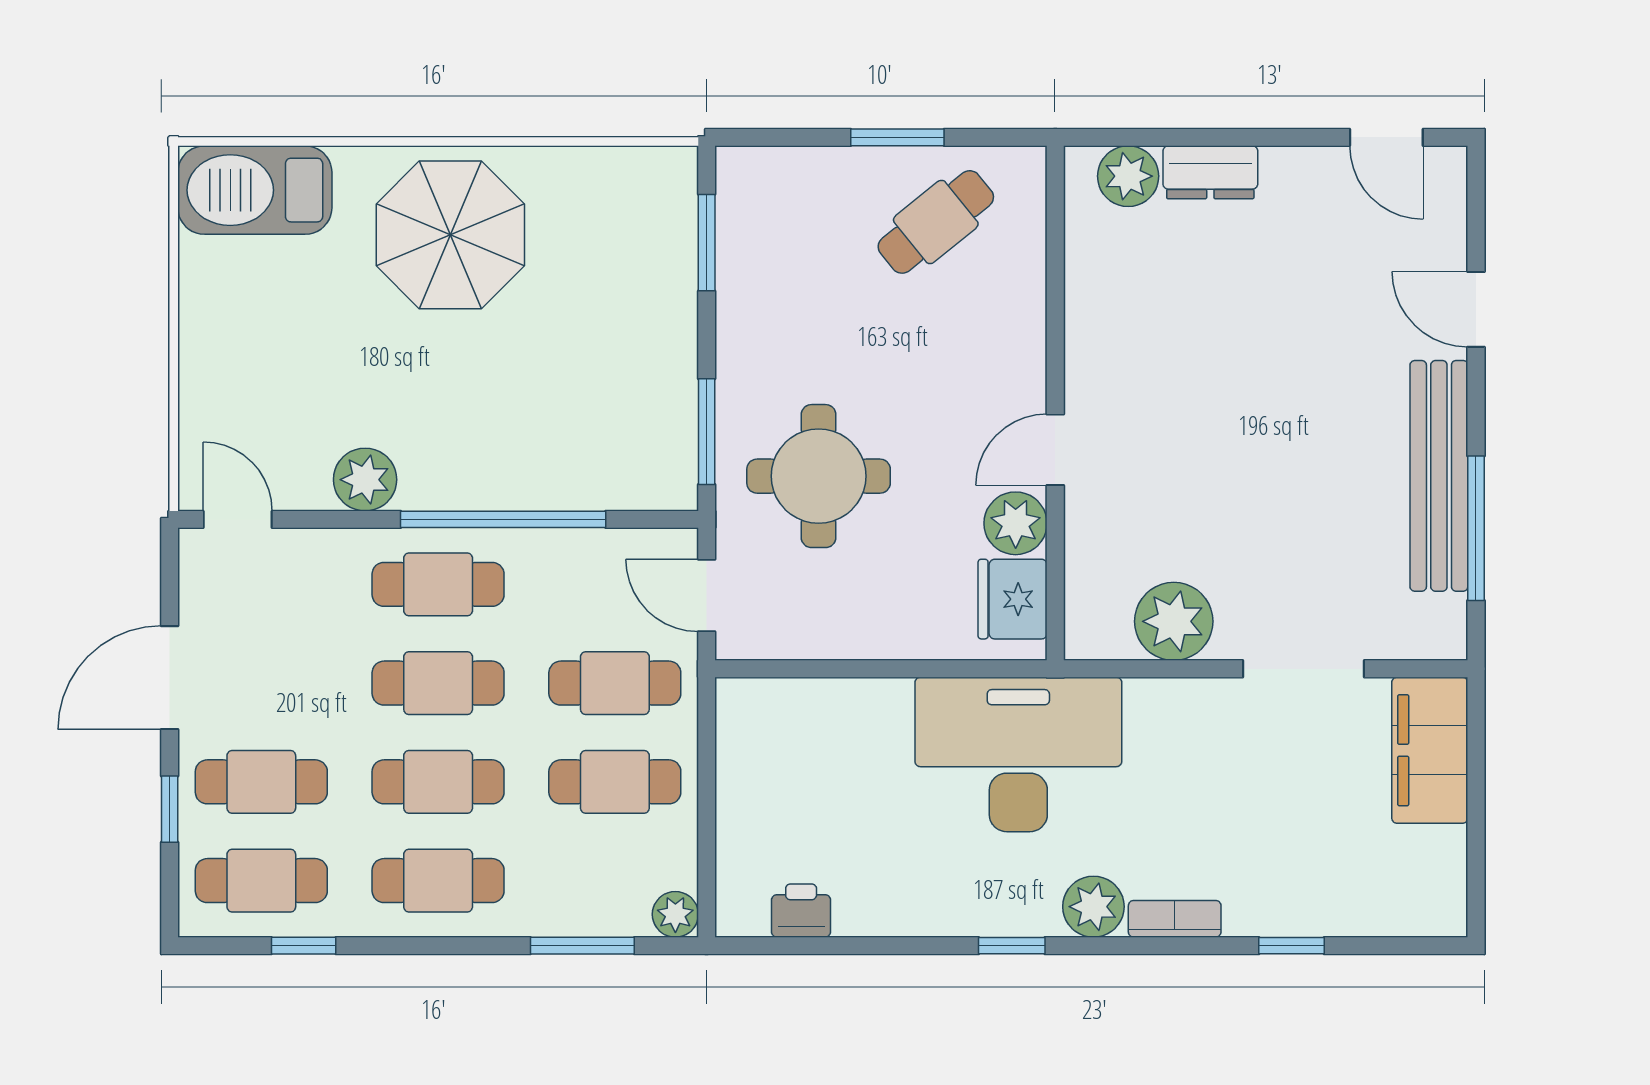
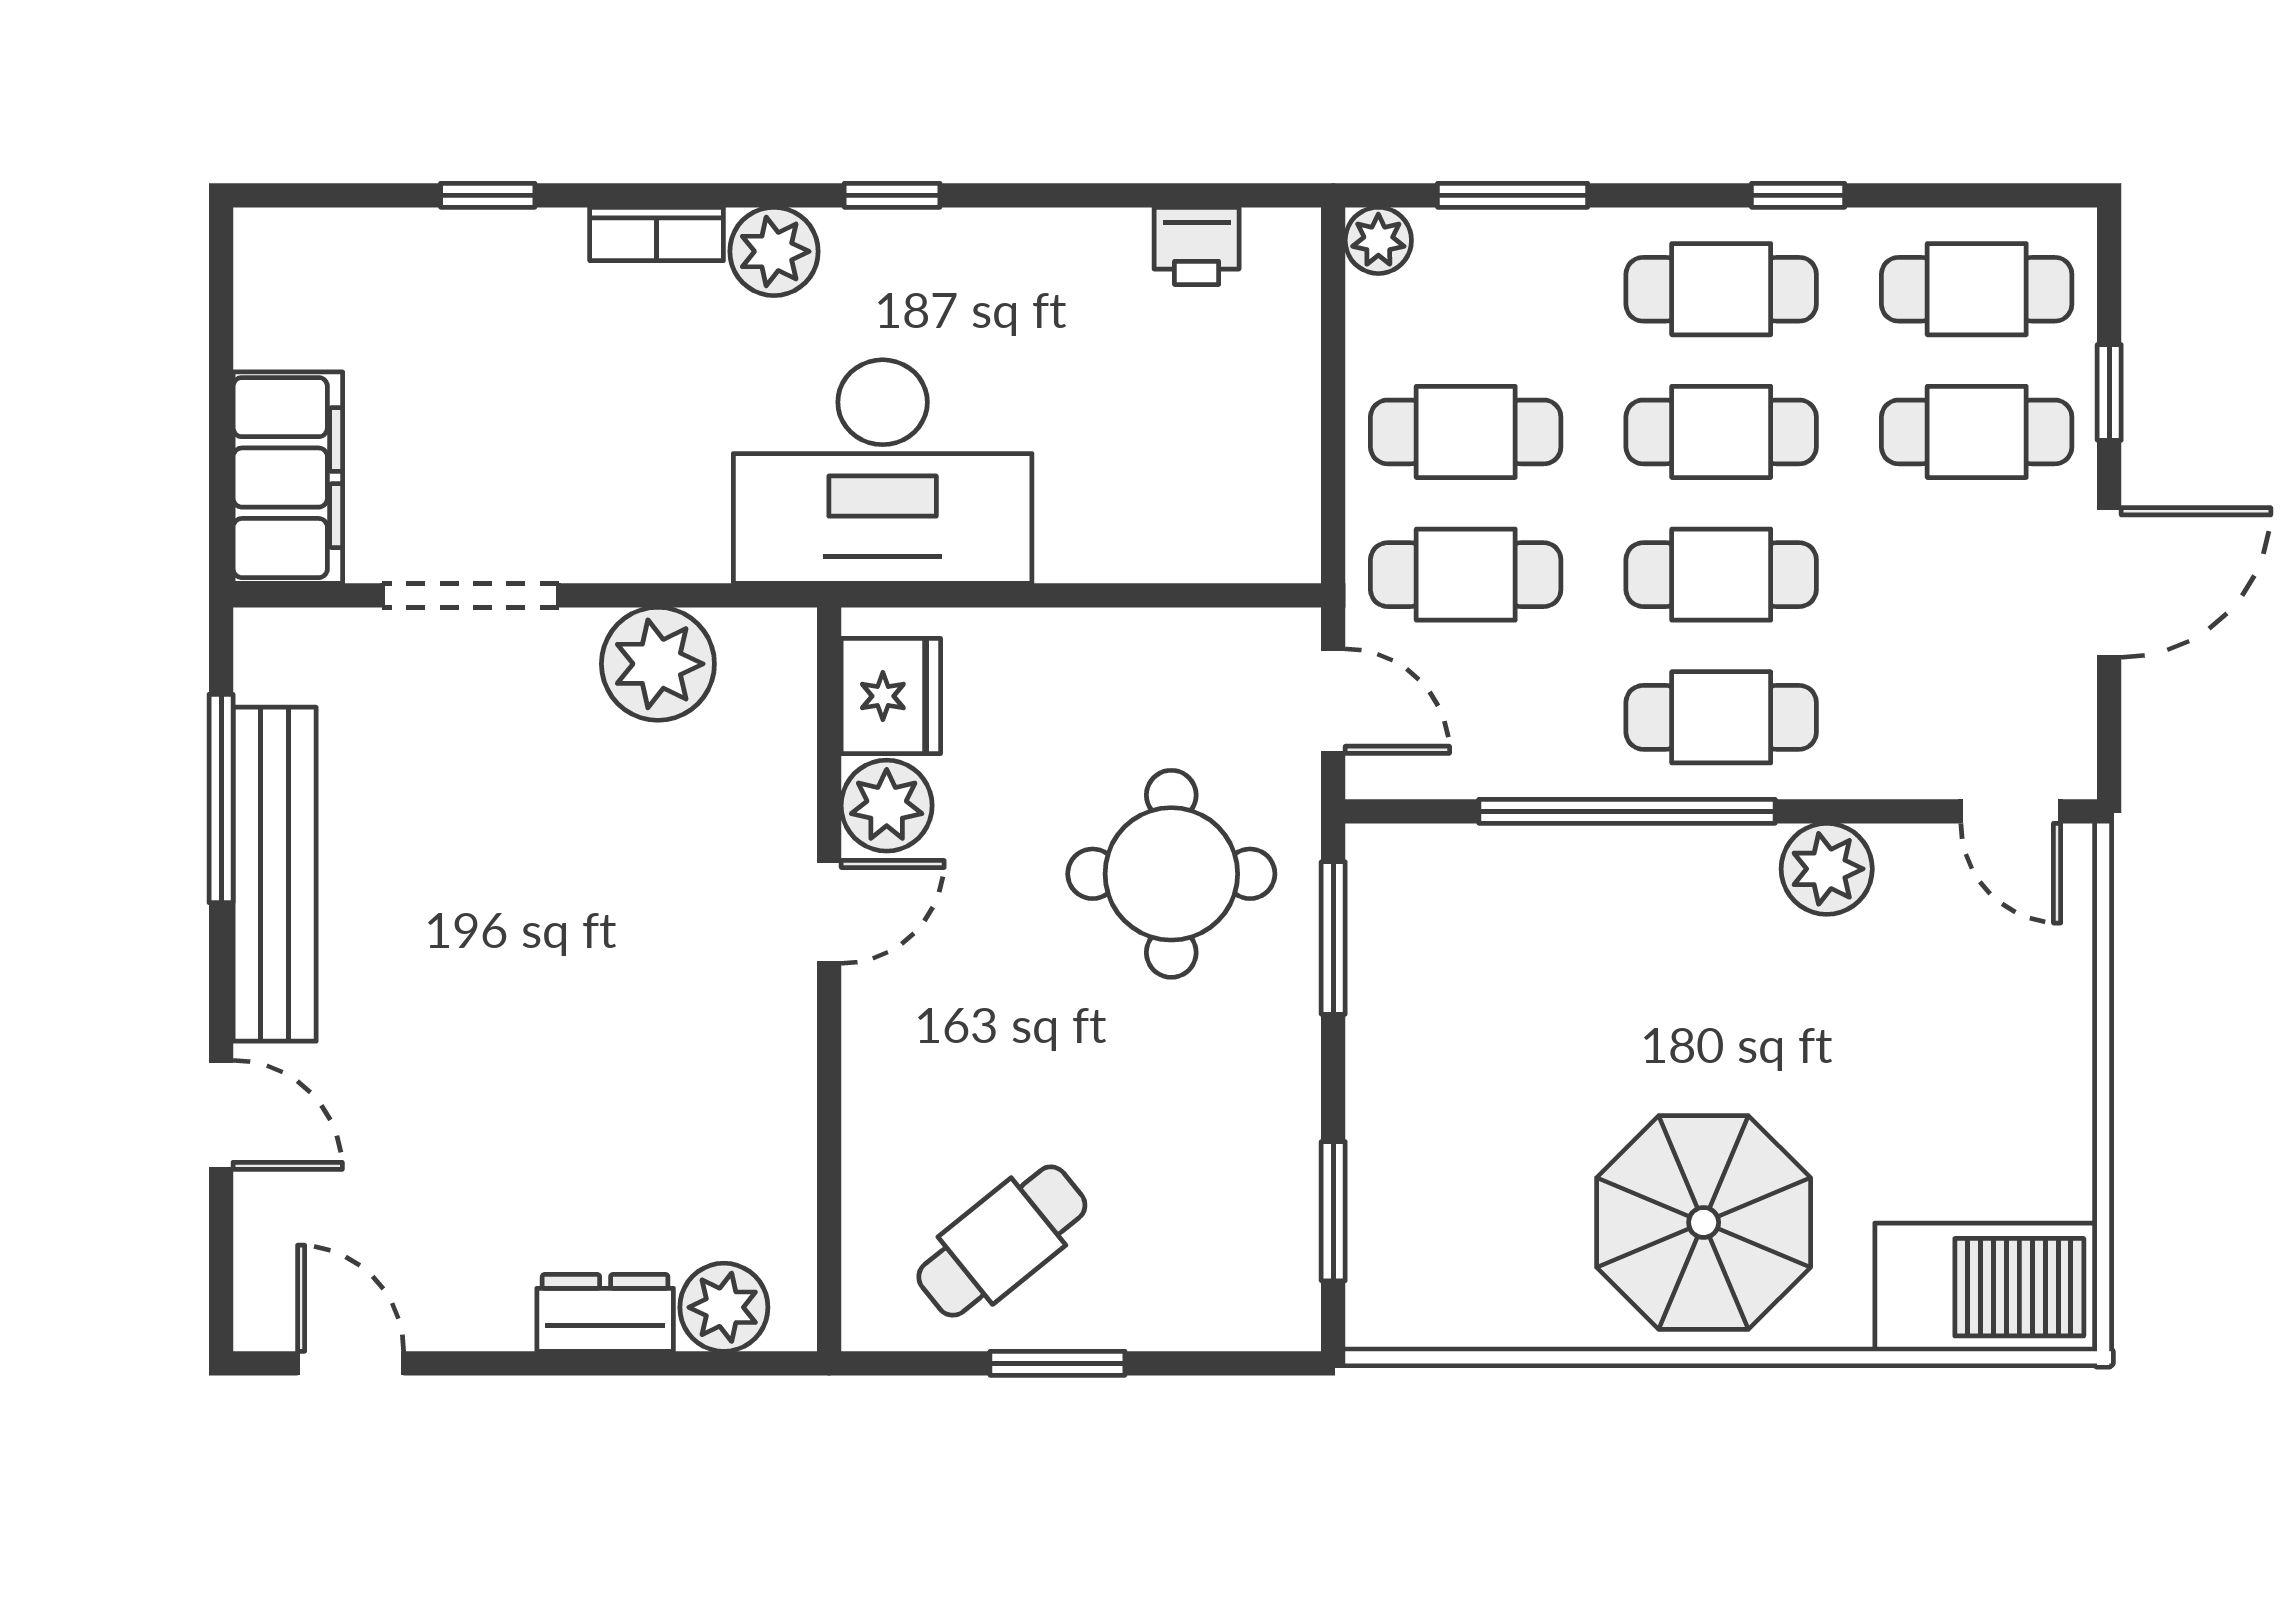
window: (304, 946) -> (1798, 195), moved

